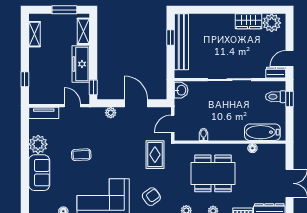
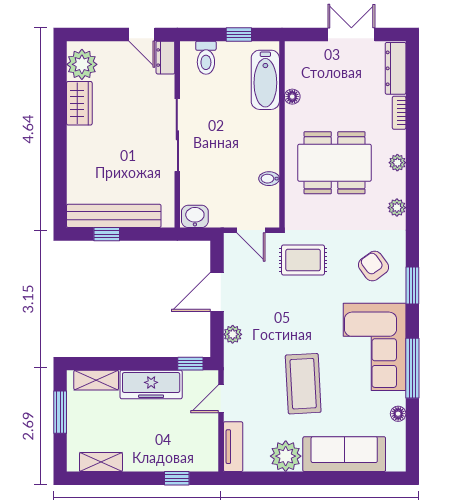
window: (289, 99) -> (239, 34), moved
coffee table: (81, 155) -> (303, 384), width x1.86, depth x1.72
sofa: (39, 173) -> (344, 454), width x1.36
dining table: (213, 173) -> (335, 163), turned 90

